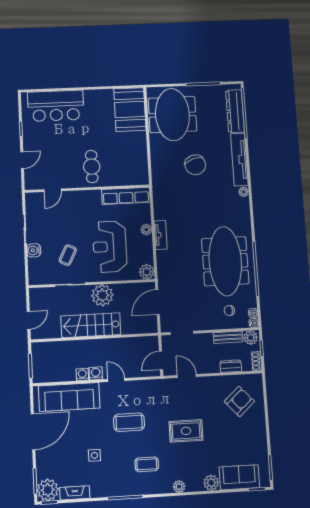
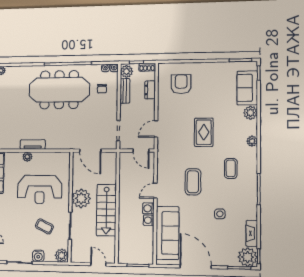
plant: (147, 272) -> (62, 255), moved
armchair: (239, 401) -> (181, 84), turned 42

